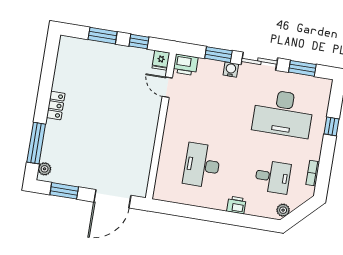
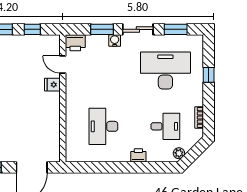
fridge: (161, 60) -> (52, 85), moved, turned 90
desk: (283, 113) -> (165, 71), turned 180

